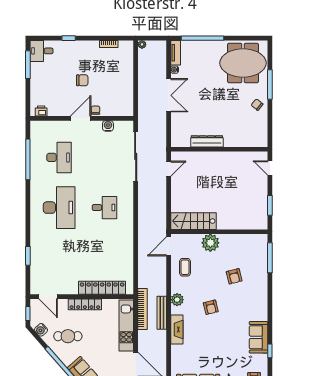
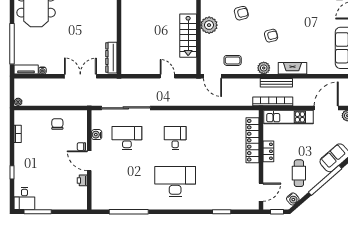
chair: (82, 80) -> (57, 124), moved
double door: (169, 95) -> (80, 76), moved
printer: (41, 111) -> (82, 180), moved
dresser: (207, 141) -> (111, 58), moved
desk: (59, 157) -> (127, 138), moved
door: (169, 169) -> (167, 76), moved
stairs: (193, 221) -> (188, 36), moved
plant: (210, 243) -> (209, 25), moved
locker: (85, 304) -> (268, 151), width x0.66

